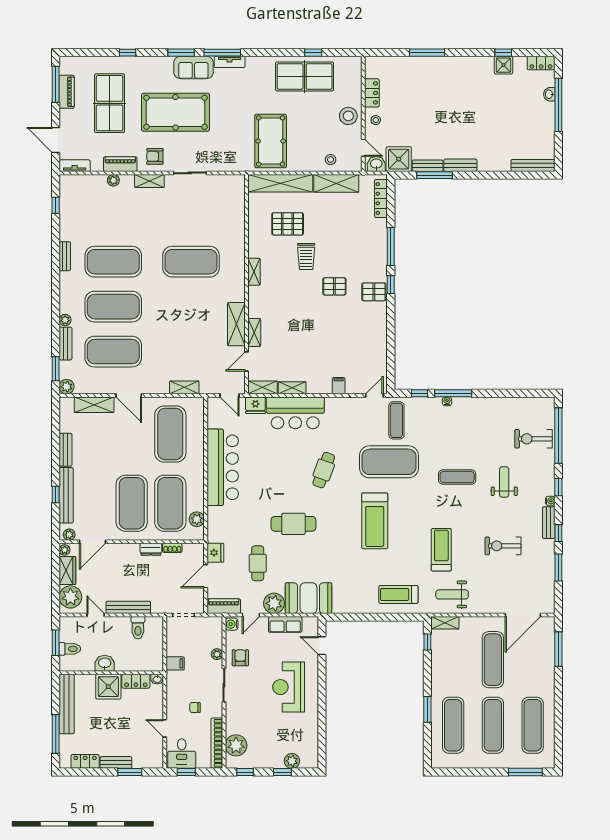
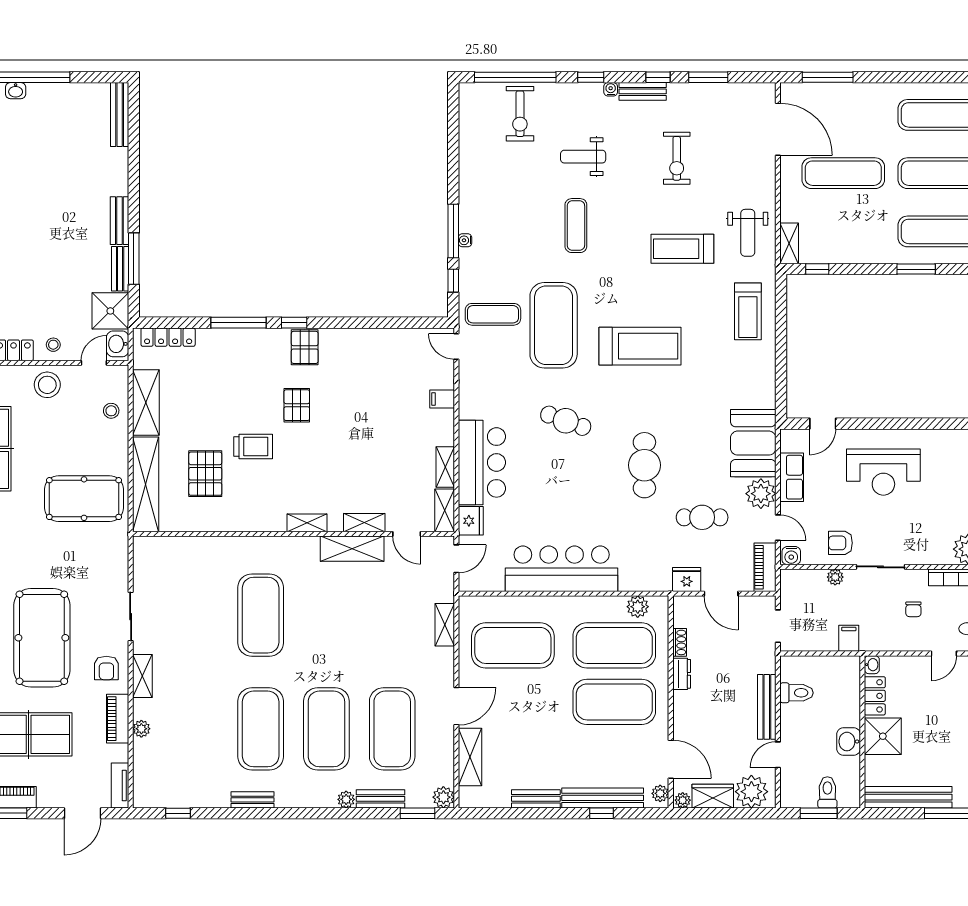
shelving: (254, 272) -> (307, 523), moved

